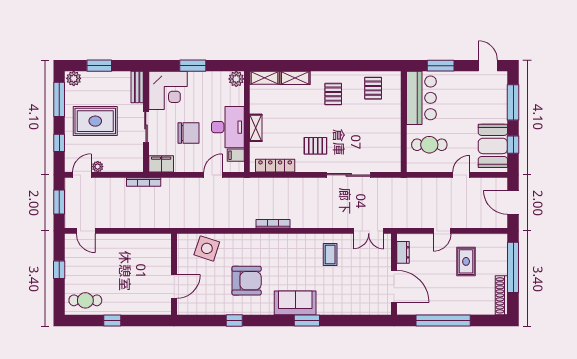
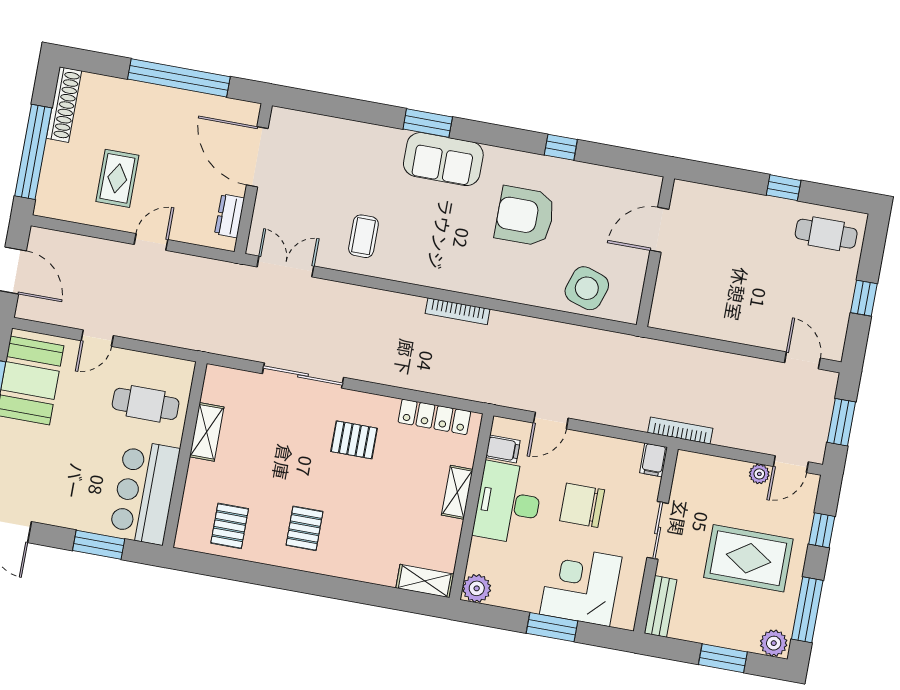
shelving: (295, 78) -> (207, 432), moved, turned 90
corner desk: (168, 90) -> (581, 586), moved
filing cabinet: (161, 164) -> (654, 460), width x0.50

